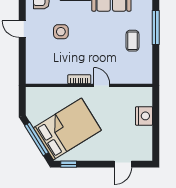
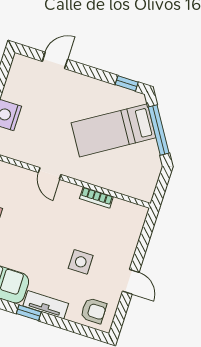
bookcase: (79, 79) -> (96, 198), moved
bed: (67, 129) -> (113, 130), width x0.67

